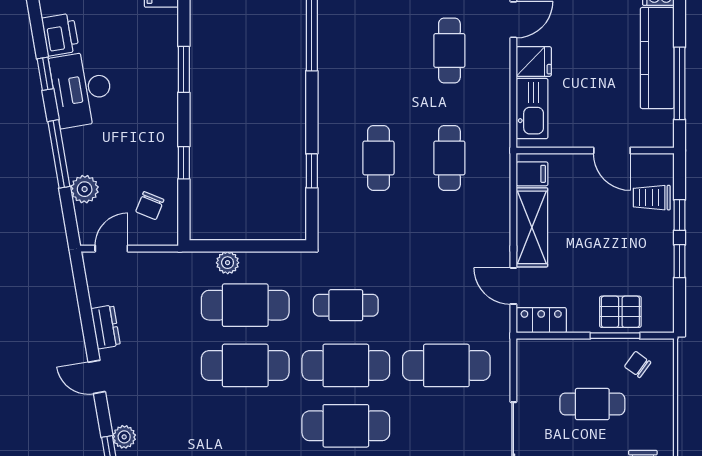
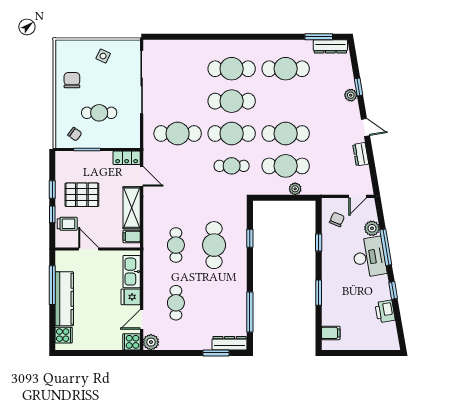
desk: (82, 89) -> (369, 257), moved
cafe table: (378, 158) -> (214, 245), width x1.37, depth x1.35
pallet: (620, 312) -> (82, 195), moved, width x1.50, depth x1.42

